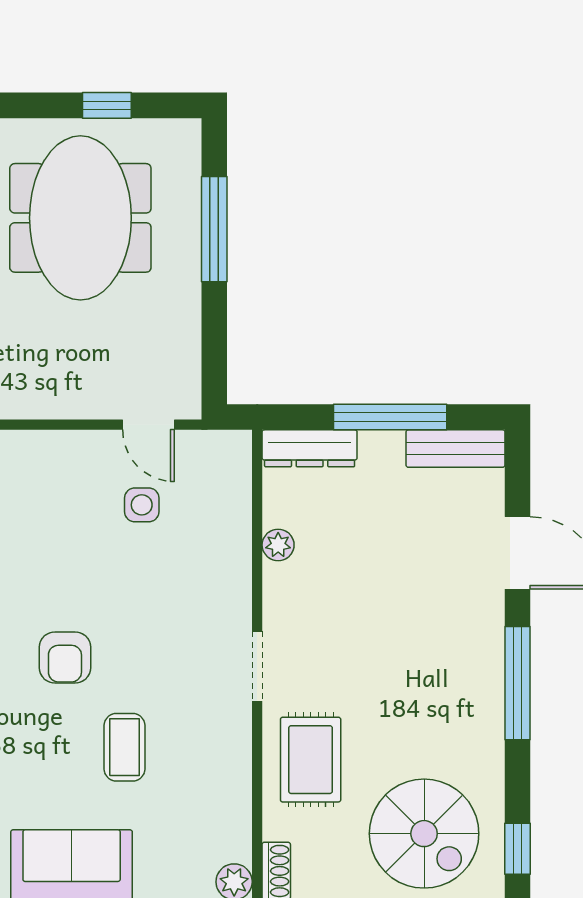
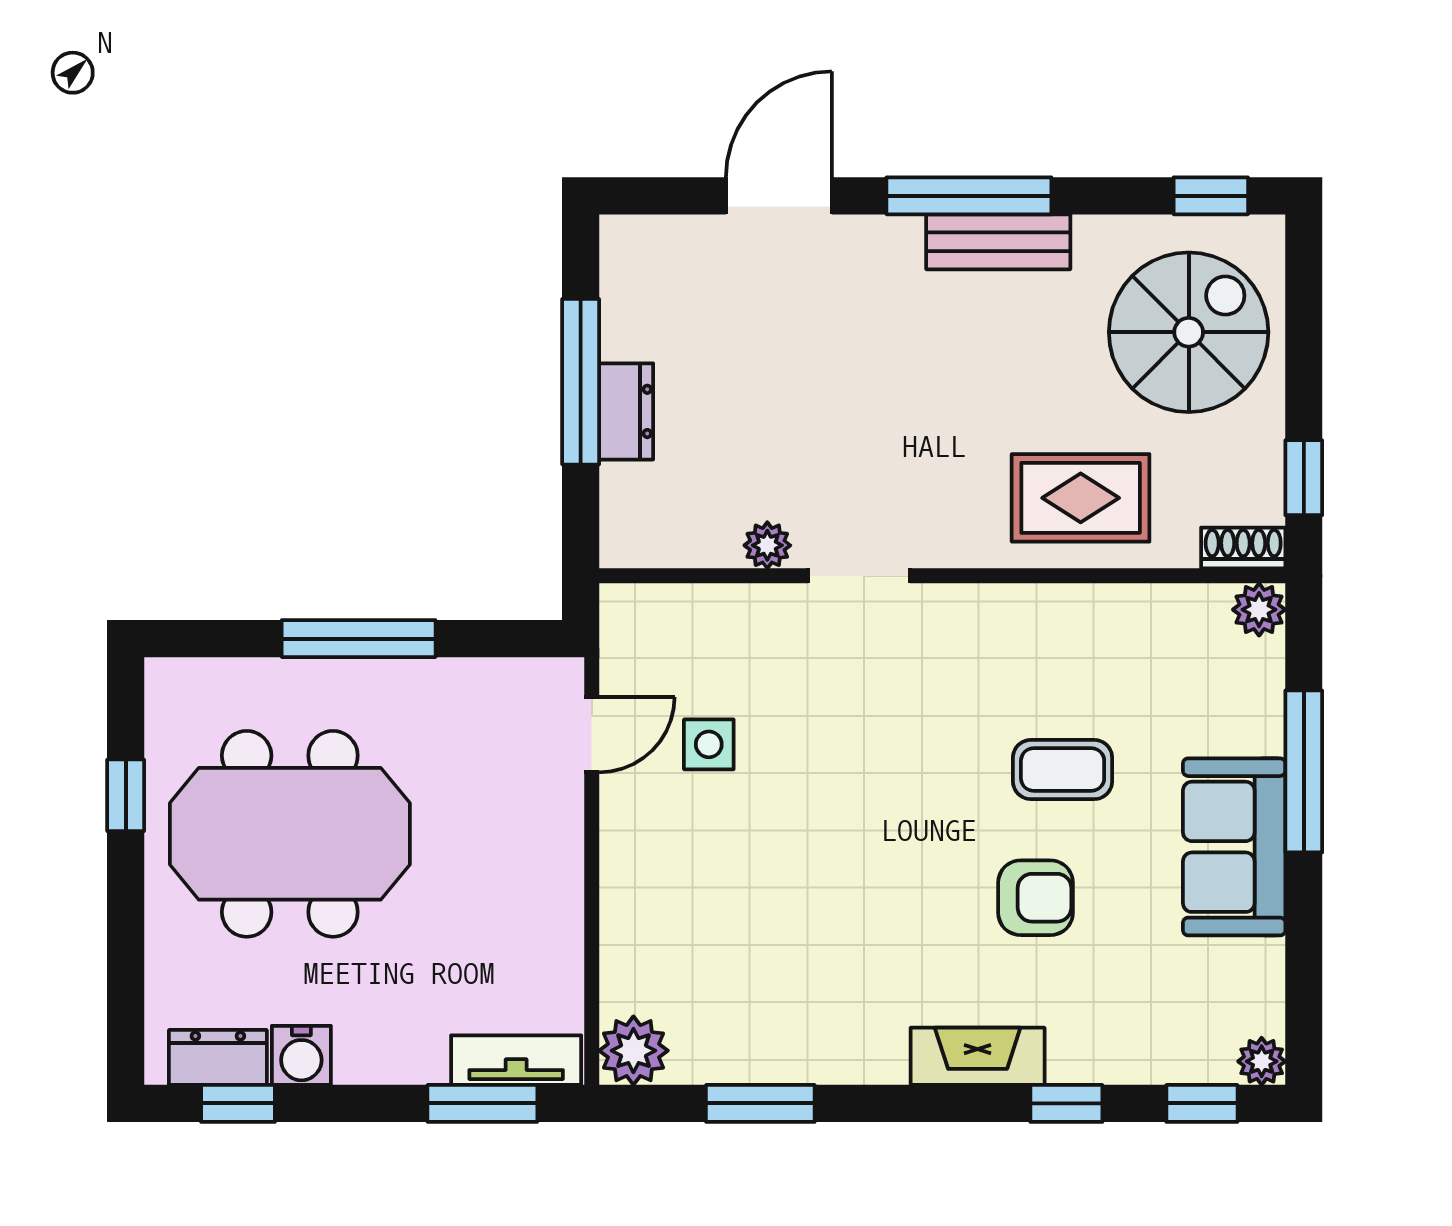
window: (214, 229) -> (359, 639), moved
dresser: (310, 448) -> (626, 411), moved, width x0.70
bench: (455, 449) -> (998, 242), moved, turned 90
armchair: (65, 657) -> (1036, 898), moved
doorway: (257, 666) -> (859, 576), moved

